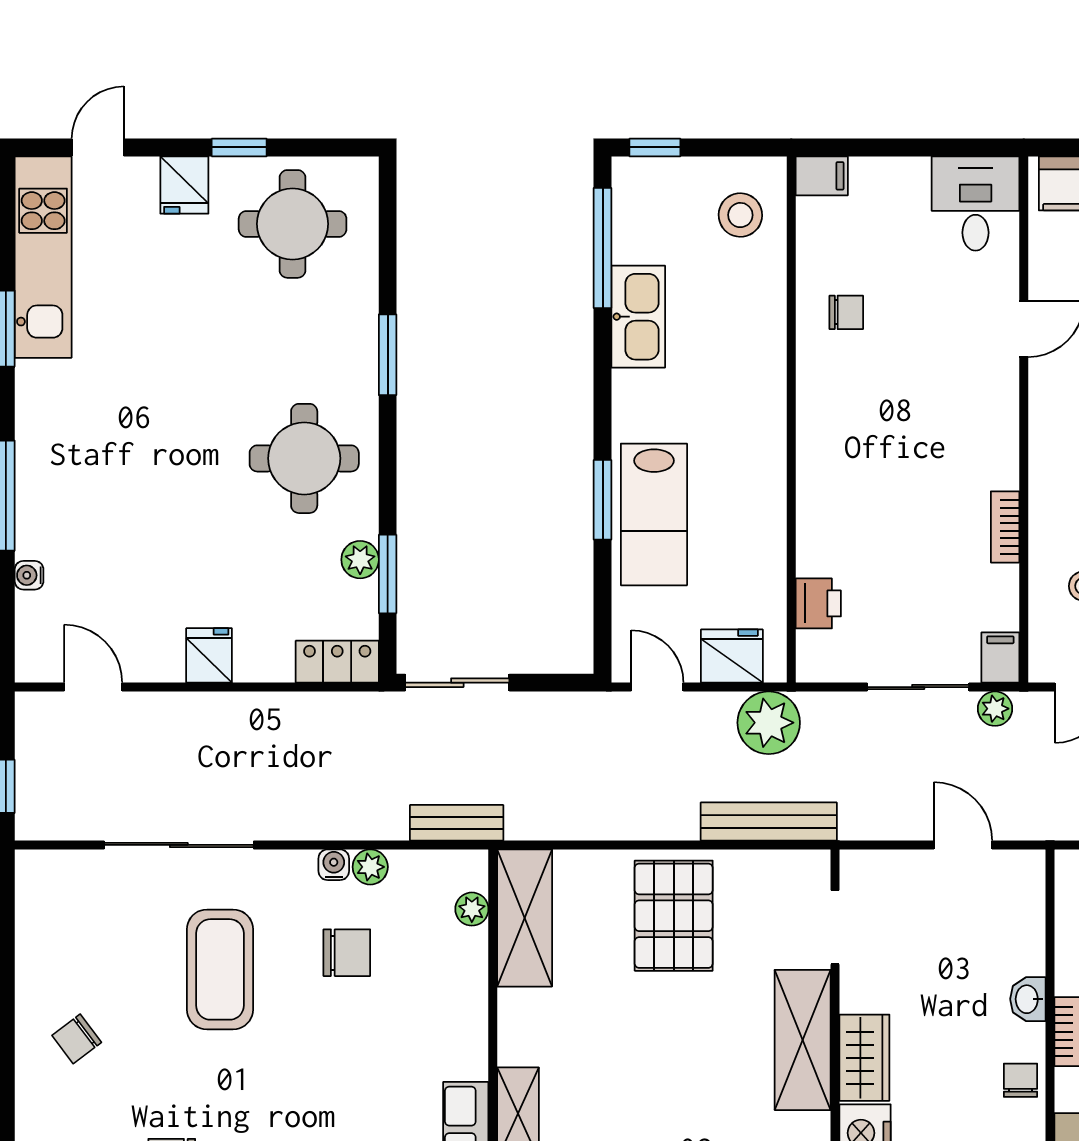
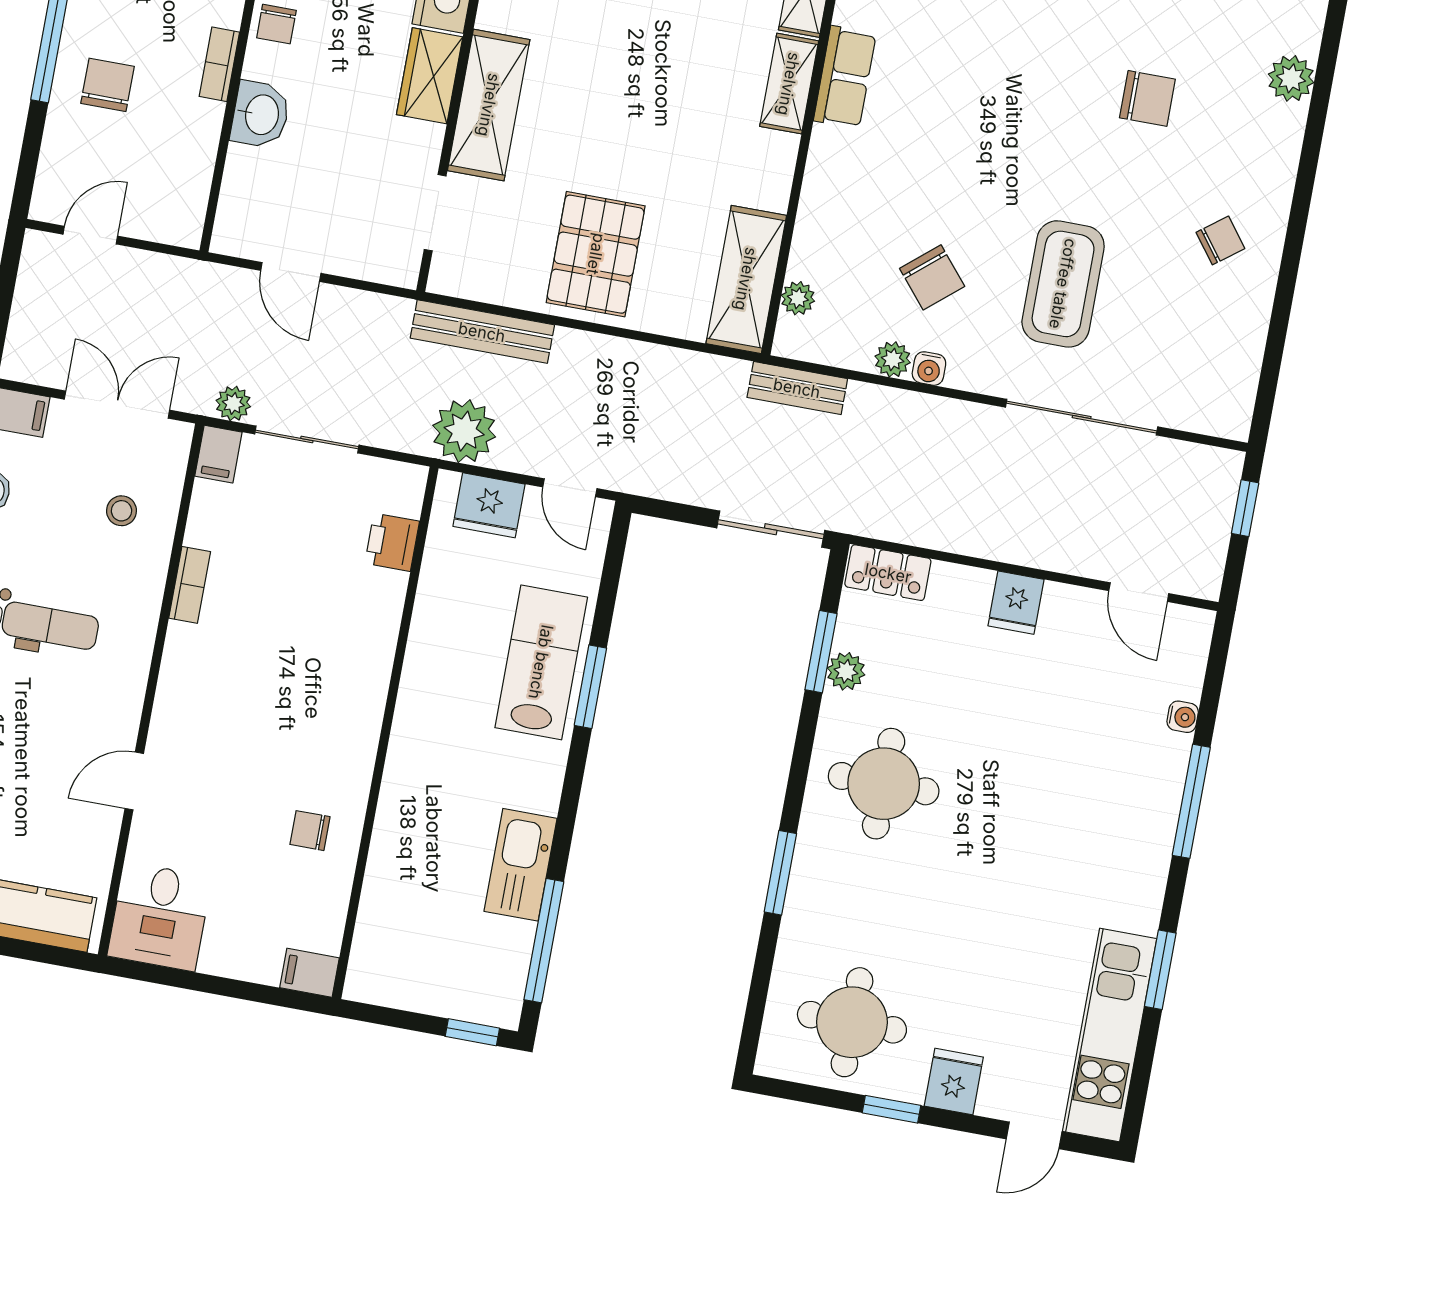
stool: (740, 215) -> (399, 948), removed
chair: (347, 953) -> (932, 277), turned -130
washbasin: (1028, 999) -> (260, 114), width x1.38, depth x1.45

